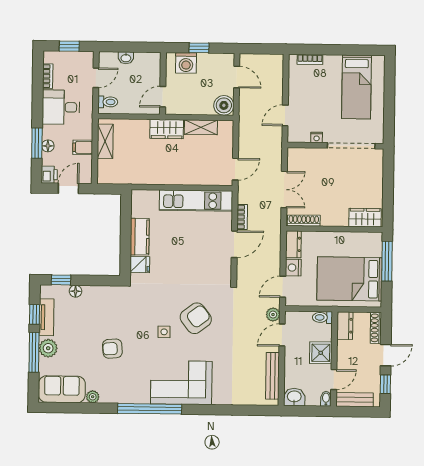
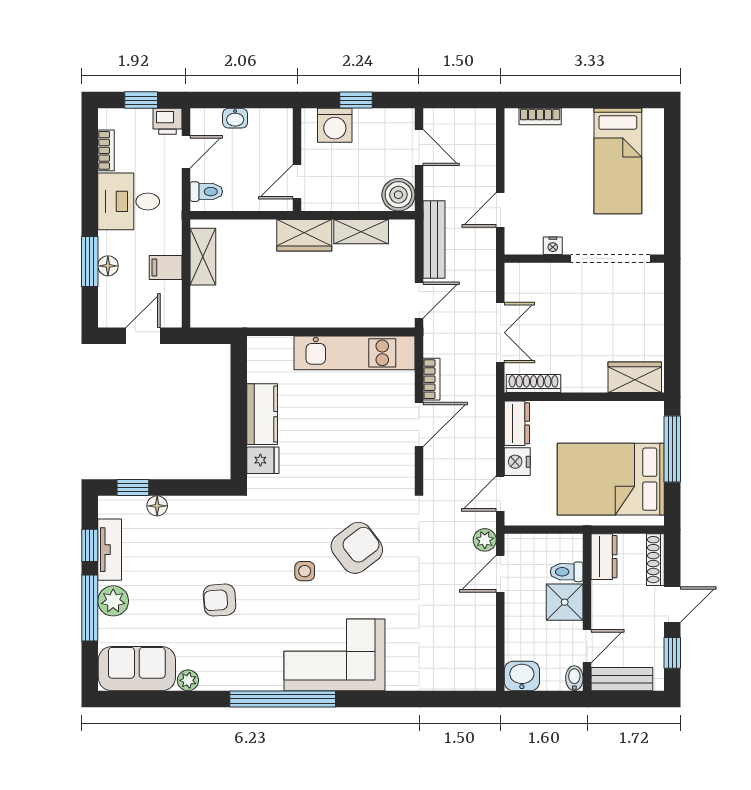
printer: (49, 175) -> (168, 121), moved, turned 90
toilet: (322, 317) -> (567, 572), moved
bench: (272, 376) -> (434, 239), moved

